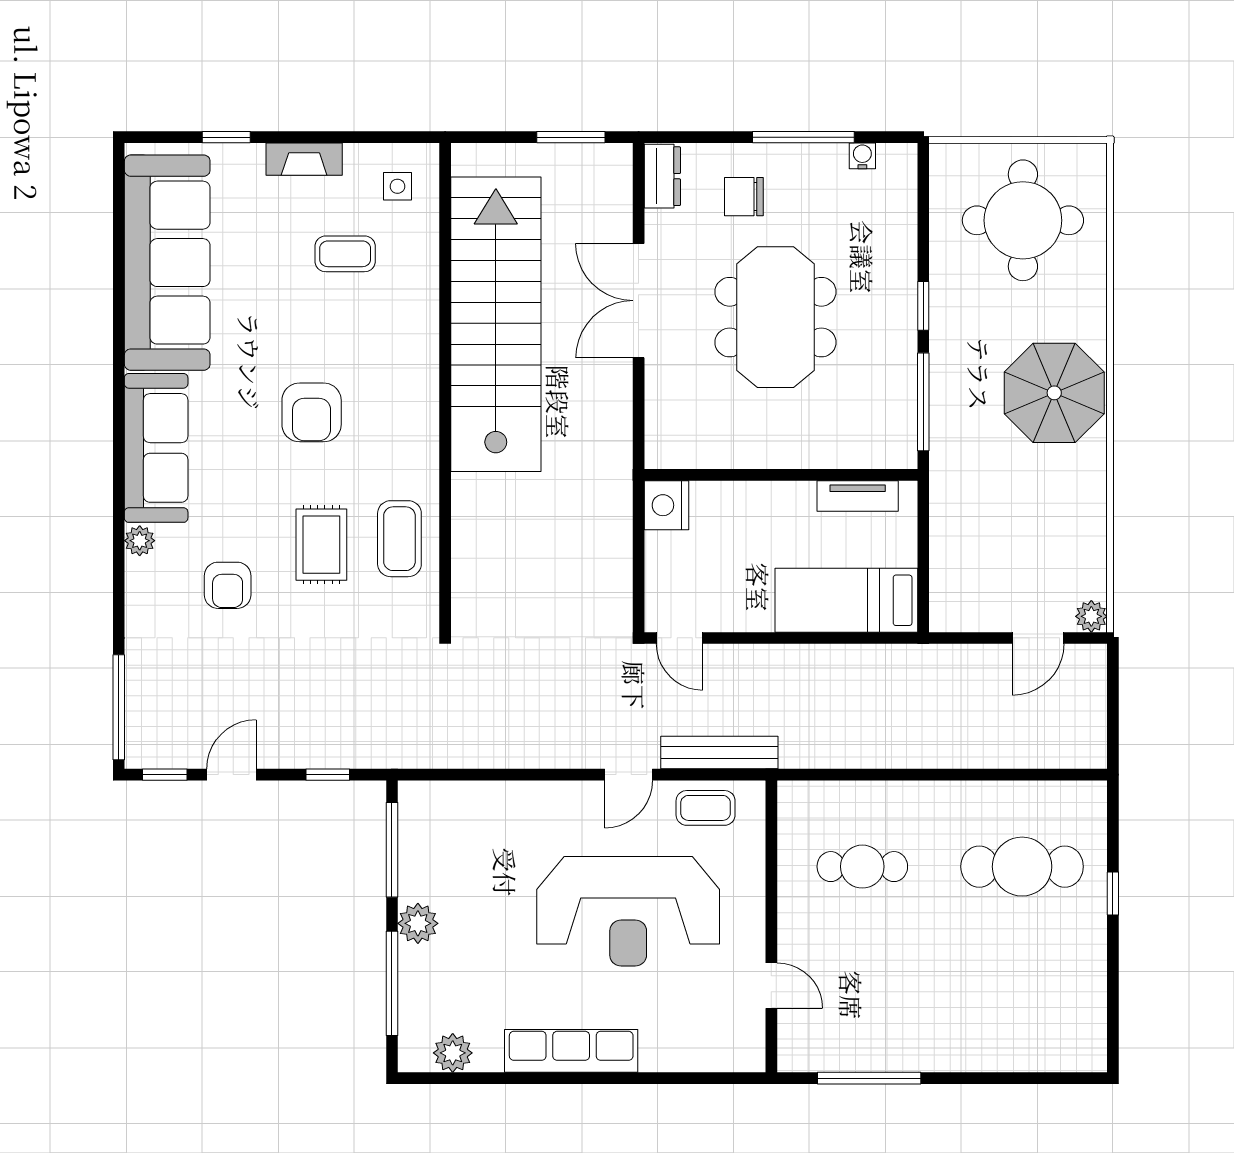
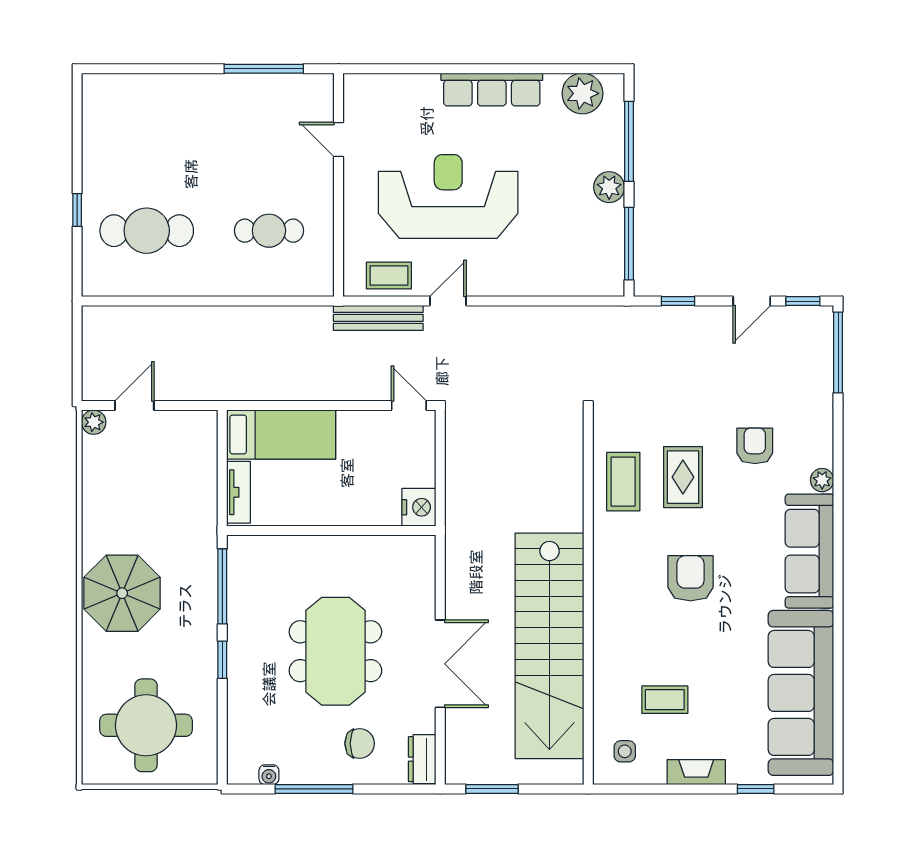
tv unit: (858, 496) -> (239, 492), moved, turned 90
plant: (453, 1053) -> (582, 93), width x1.36, depth x1.36

